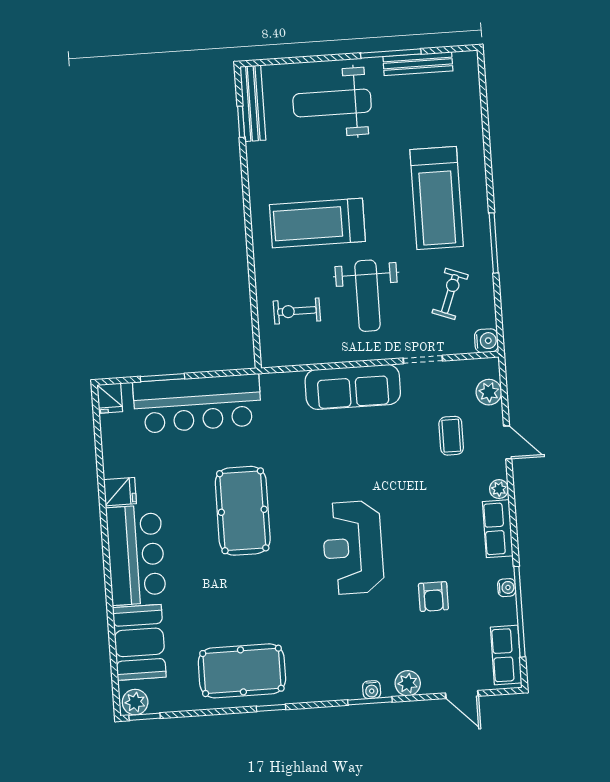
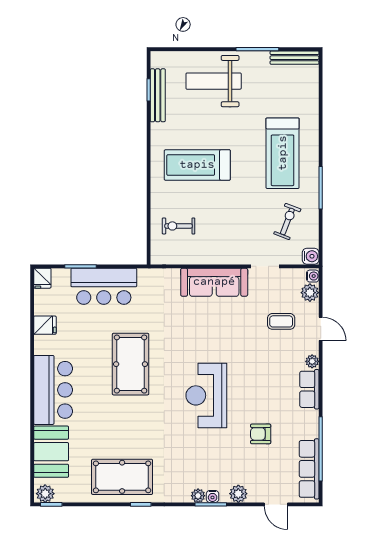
bench: (418, 64) -> (295, 58), moved
bench: (253, 103) -> (158, 95), moved
weight bench: (368, 296) -> (229, 219), removed
bar counter: (197, 404) -> (104, 286), width x0.73
coffee table: (451, 436) -> (281, 321), turned 90
fridge: (120, 492) -> (45, 325), moved
water cooler: (507, 588) -> (313, 276), moved
armchair: (433, 597) -> (261, 434), turned 90
row of seats: (506, 655) -> (309, 469), width x1.48
plant: (351, 690) -> (198, 496), added

